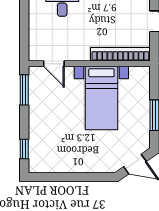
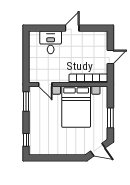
bed with nightstands: (101, 98) -> (76, 107), width x1.36

